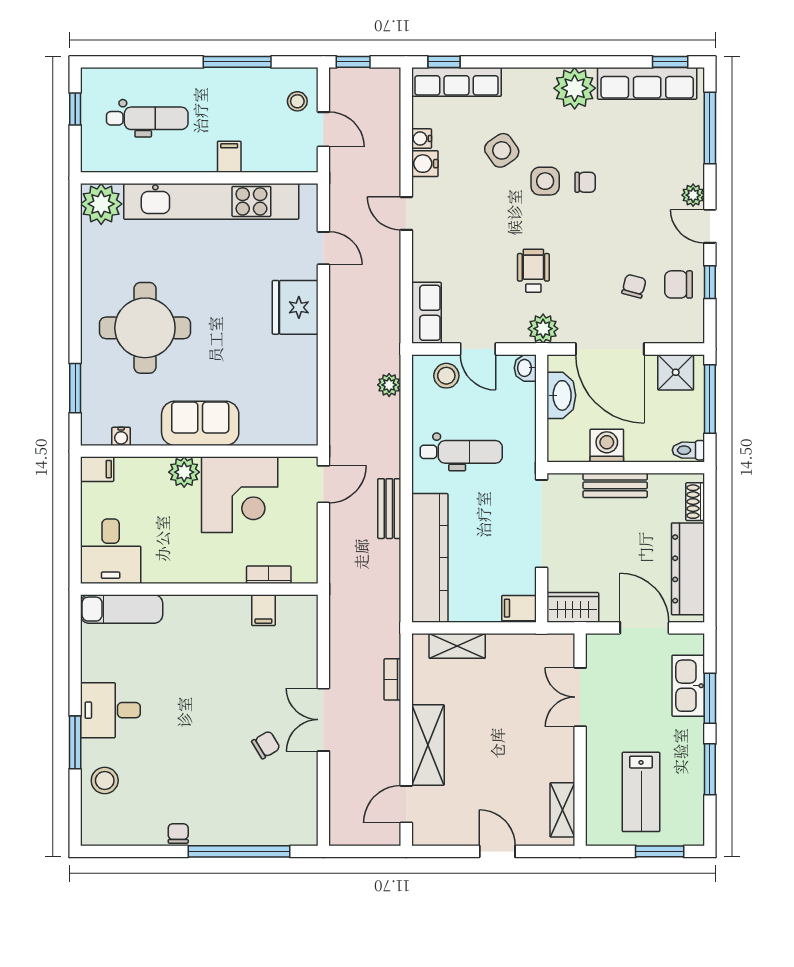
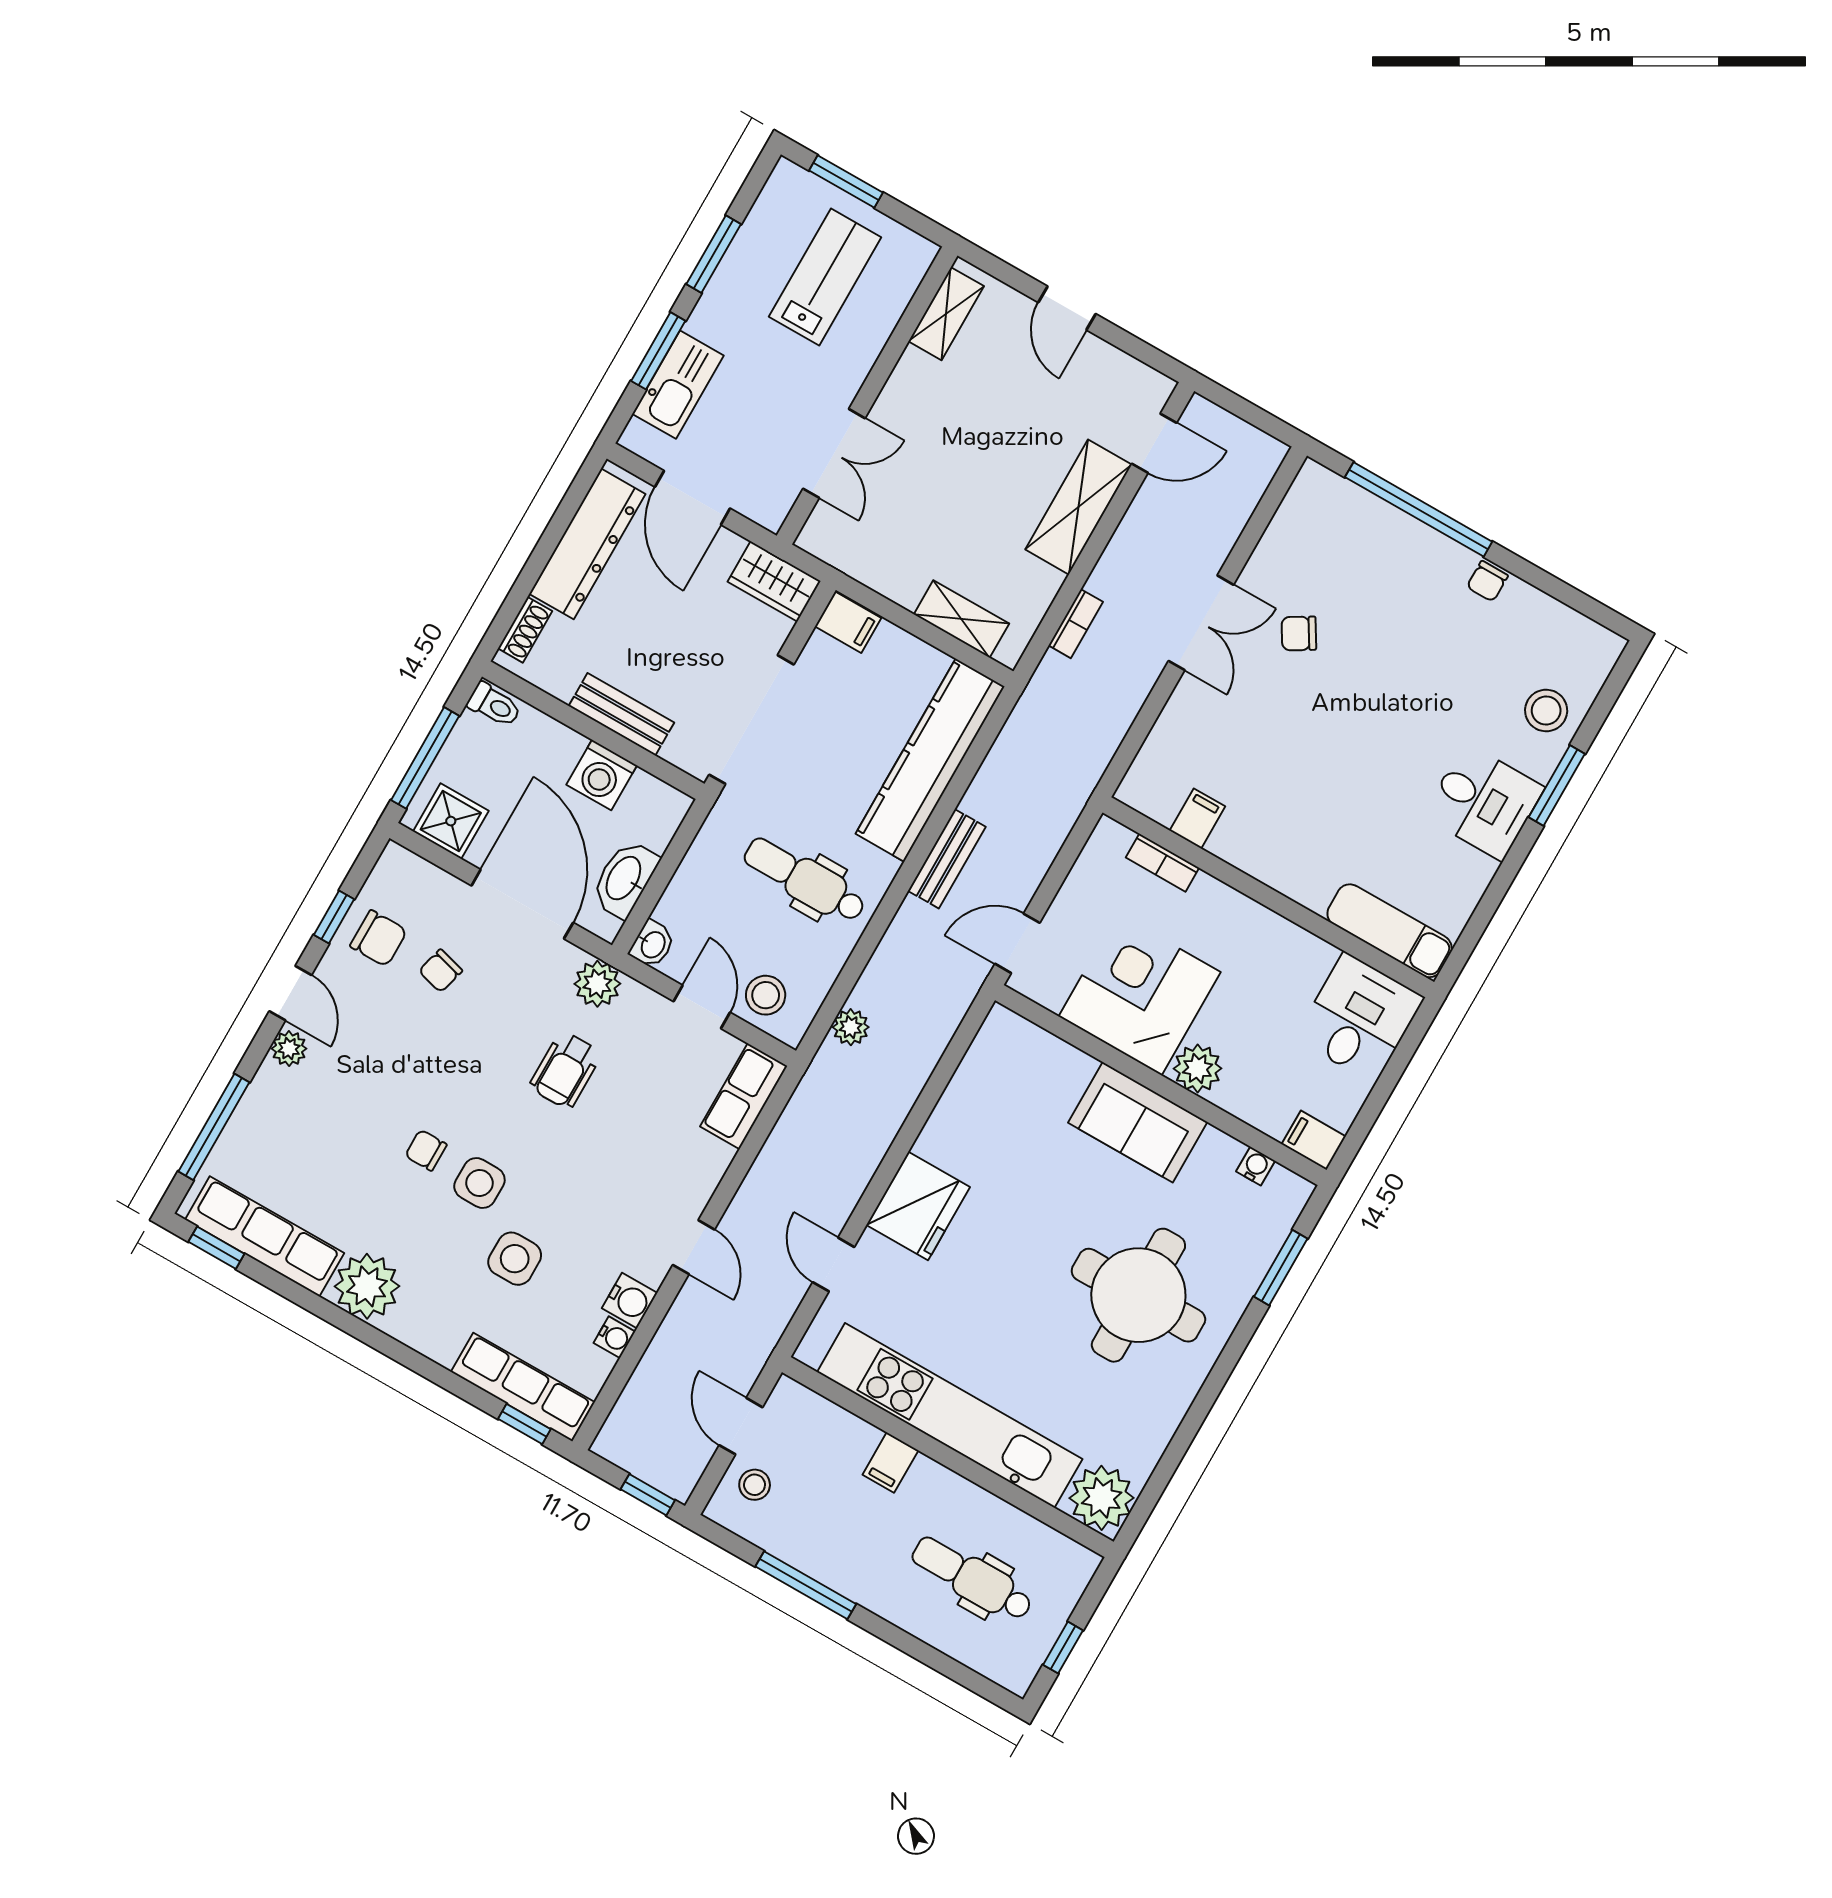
side table: (502, 150) -> (515, 1259), turned 35

